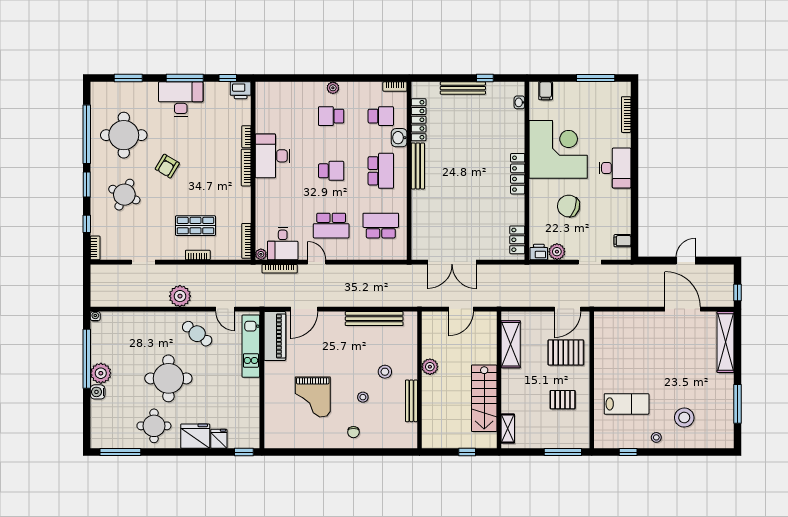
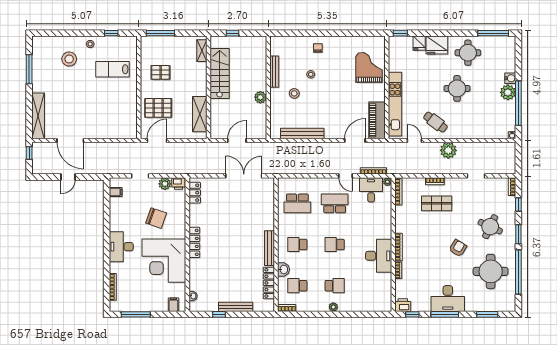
school desk: (381, 171) -> (297, 245), width x0.54
kitchen unit: (251, 346) -> (395, 104), width x1.36
round table: (168, 378) -> (457, 88), width x0.73, depth x0.73
grand piano: (313, 397) -> (369, 68), moved

